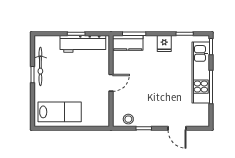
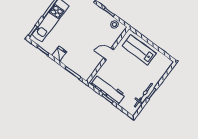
kitchen counter: (128, 43) -> (81, 70), removed
lab bench: (60, 112) -> (139, 50), moved

